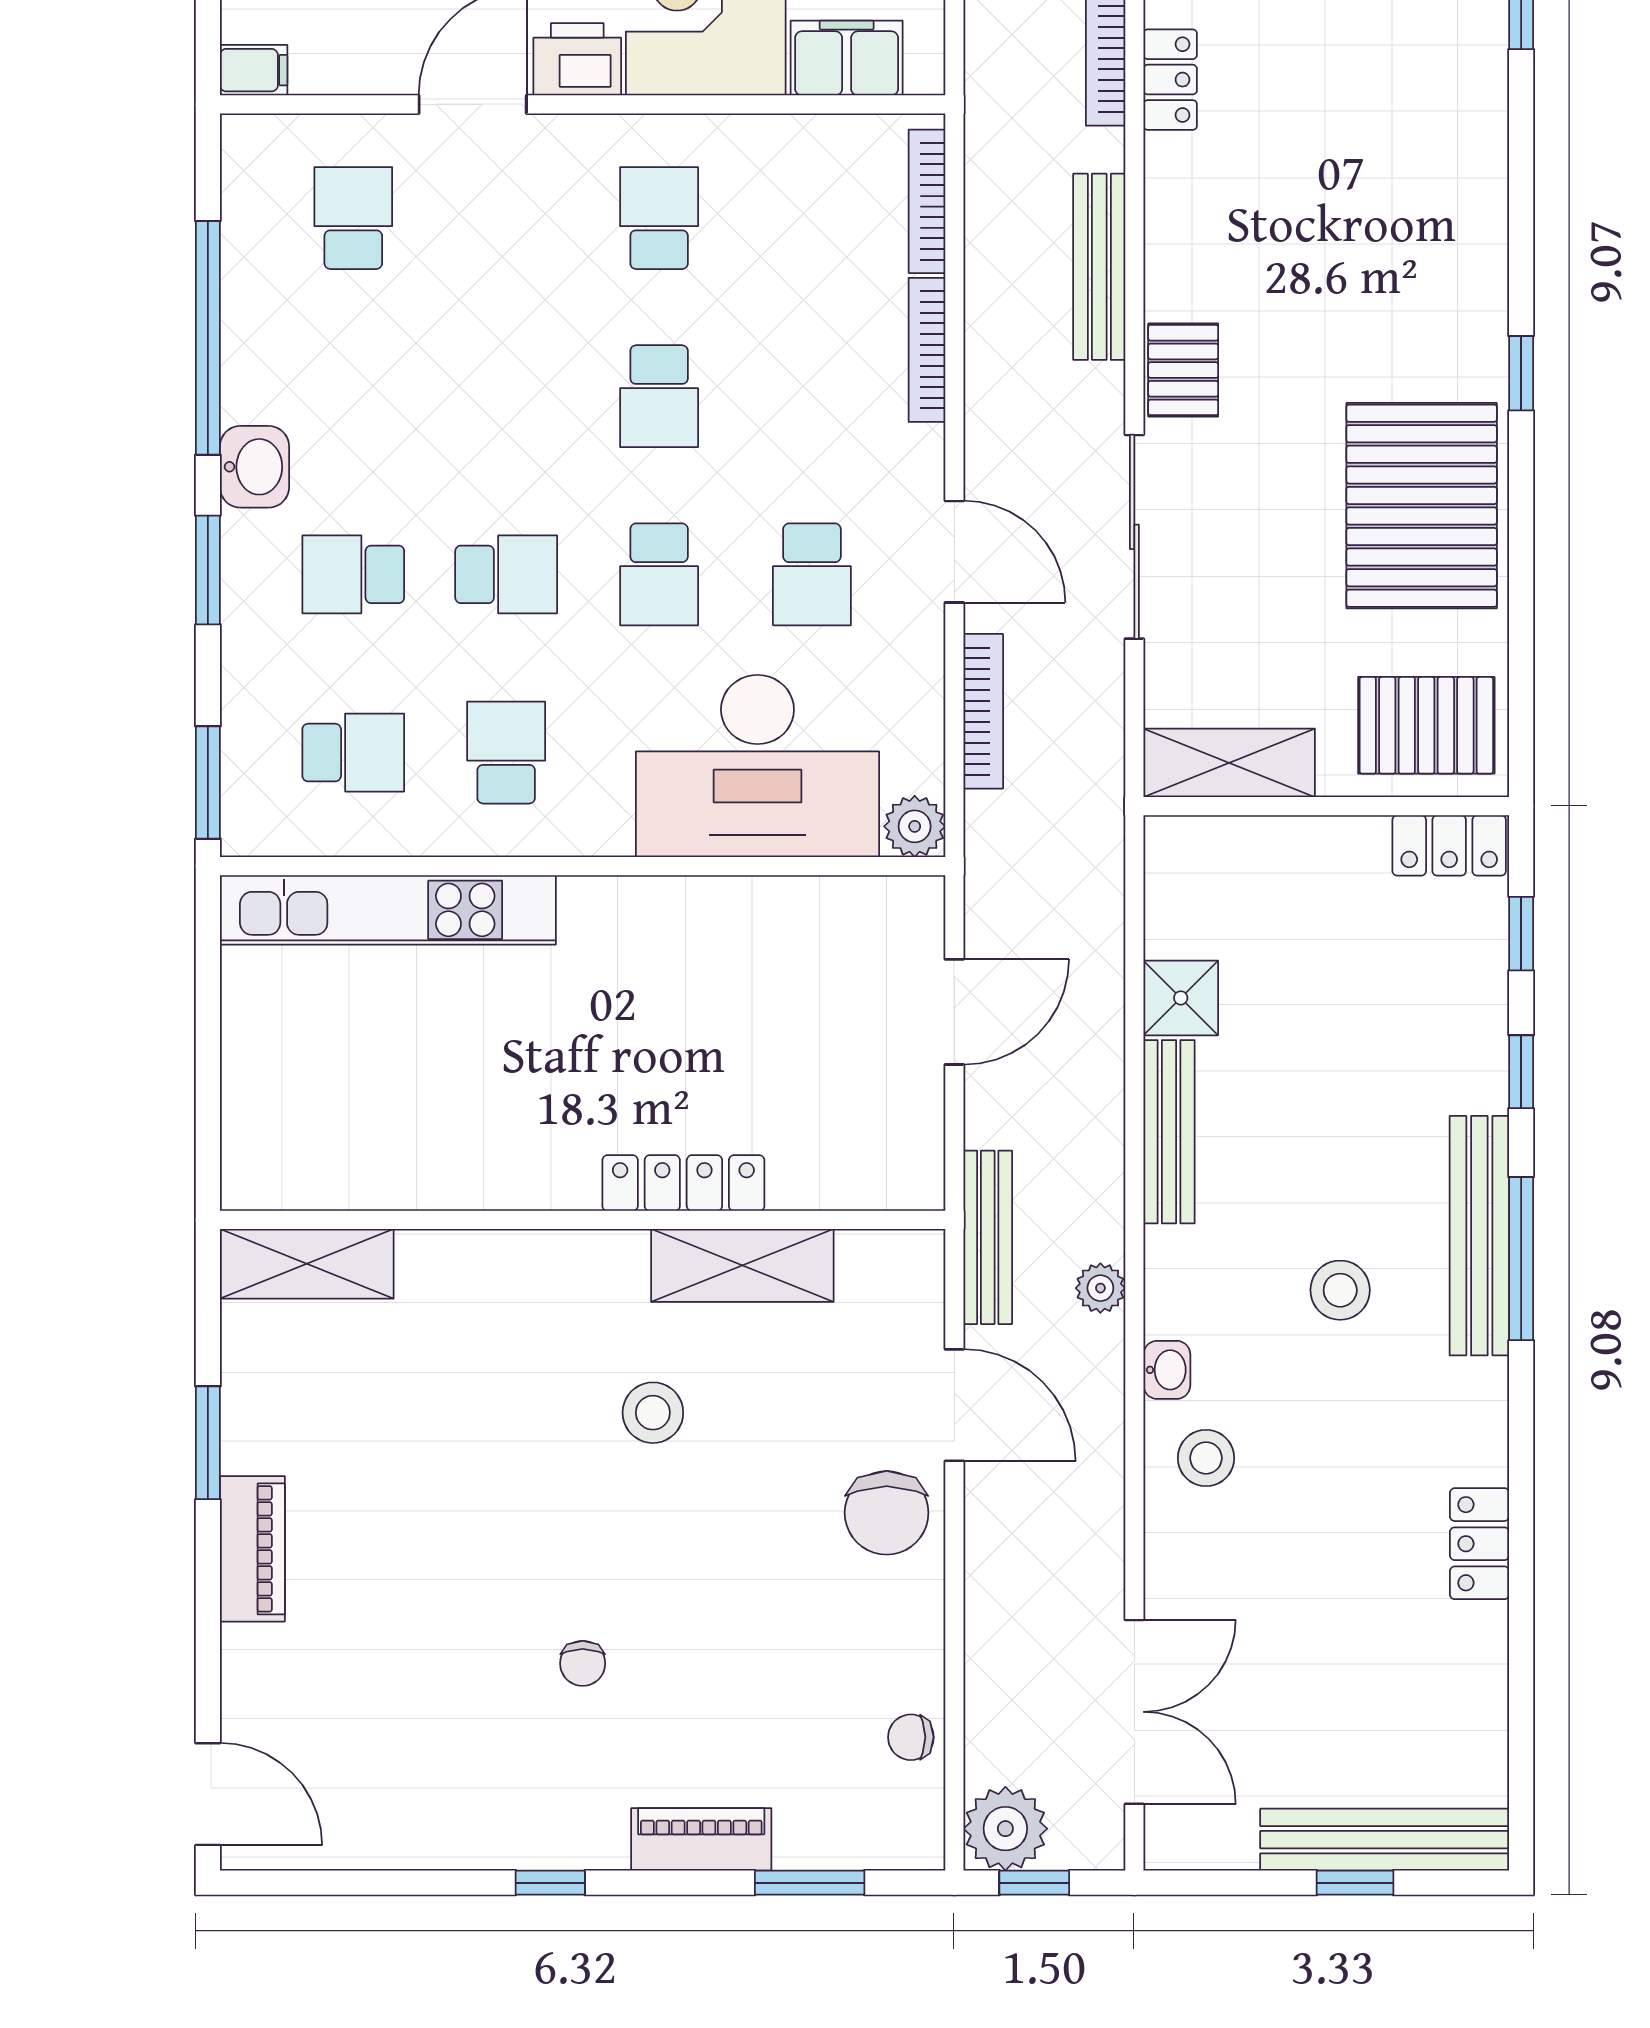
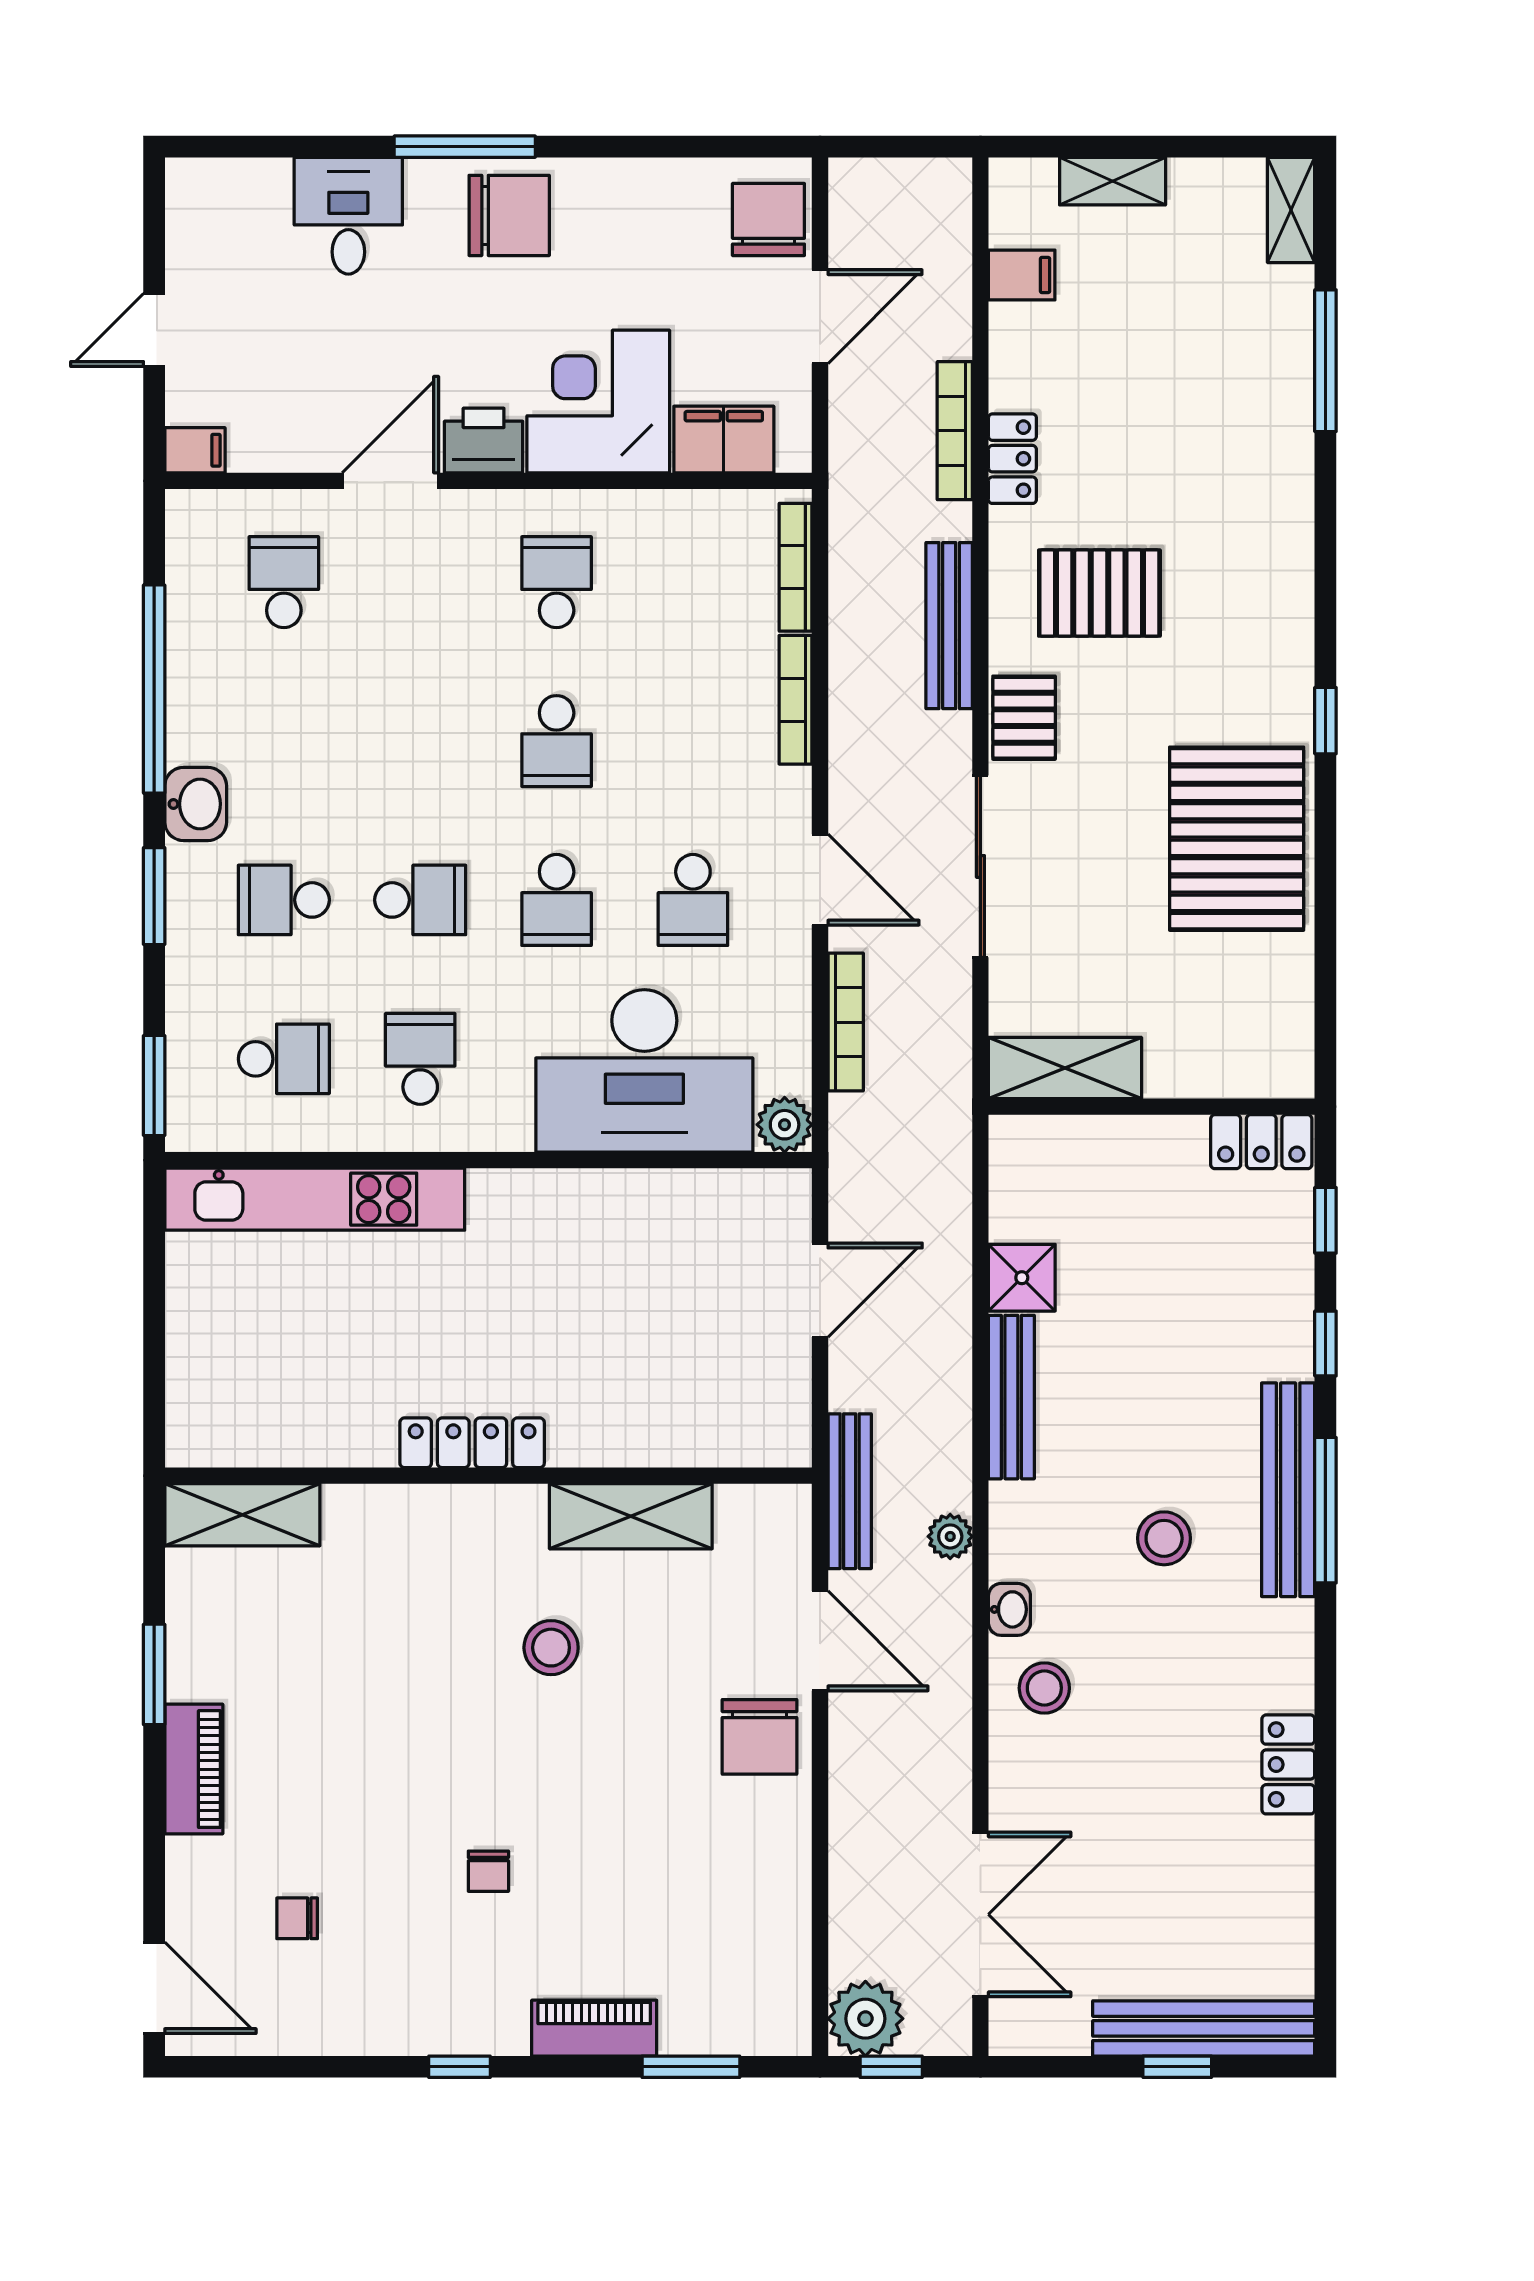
pallet: (1426, 725) -> (1099, 593), moved
locker: (683, 1183) -> (472, 1443), moved
chair: (911, 1737) -> (297, 1918), moved

